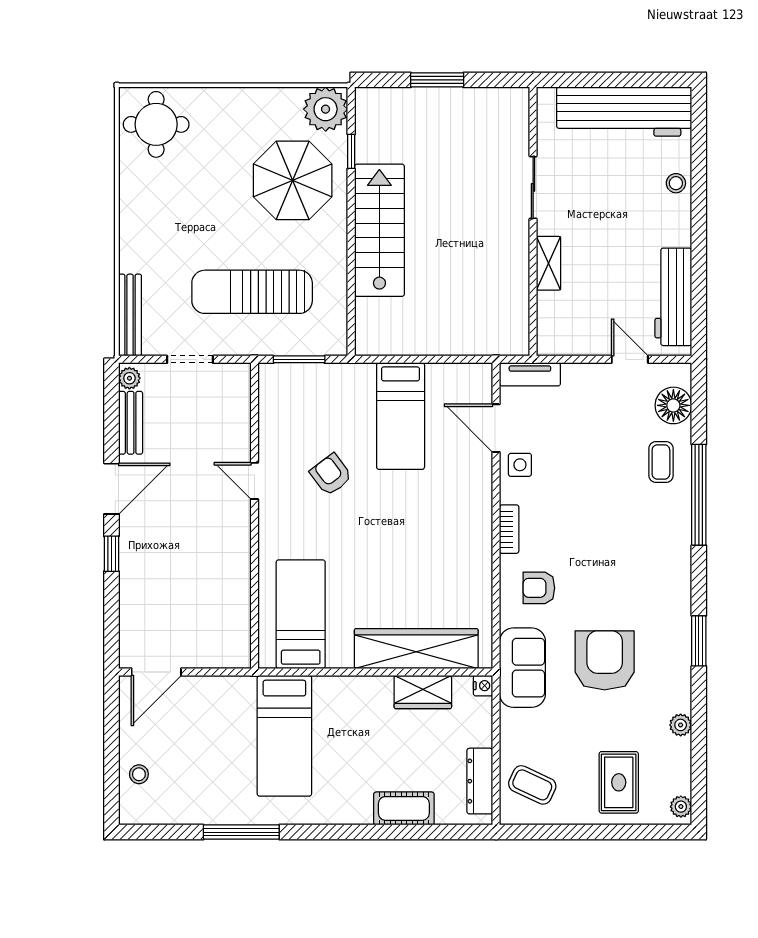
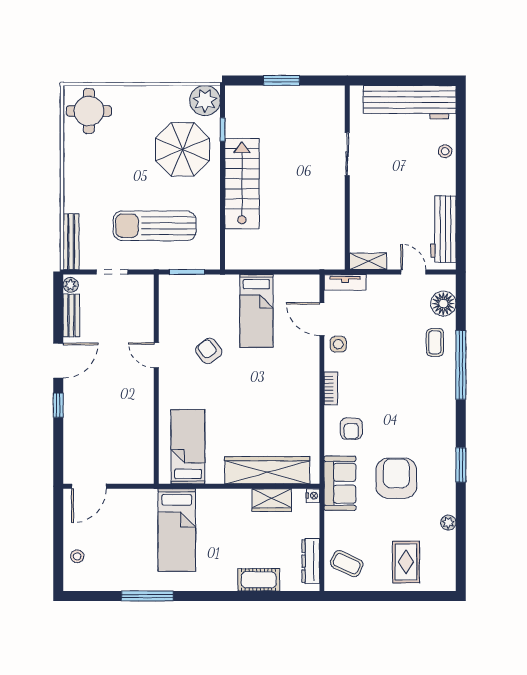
shelving: (549, 263) -> (368, 261), moved, turned 90
armchair: (539, 588) -> (351, 429), turned -90
plant: (681, 807) -> (449, 579), removed

